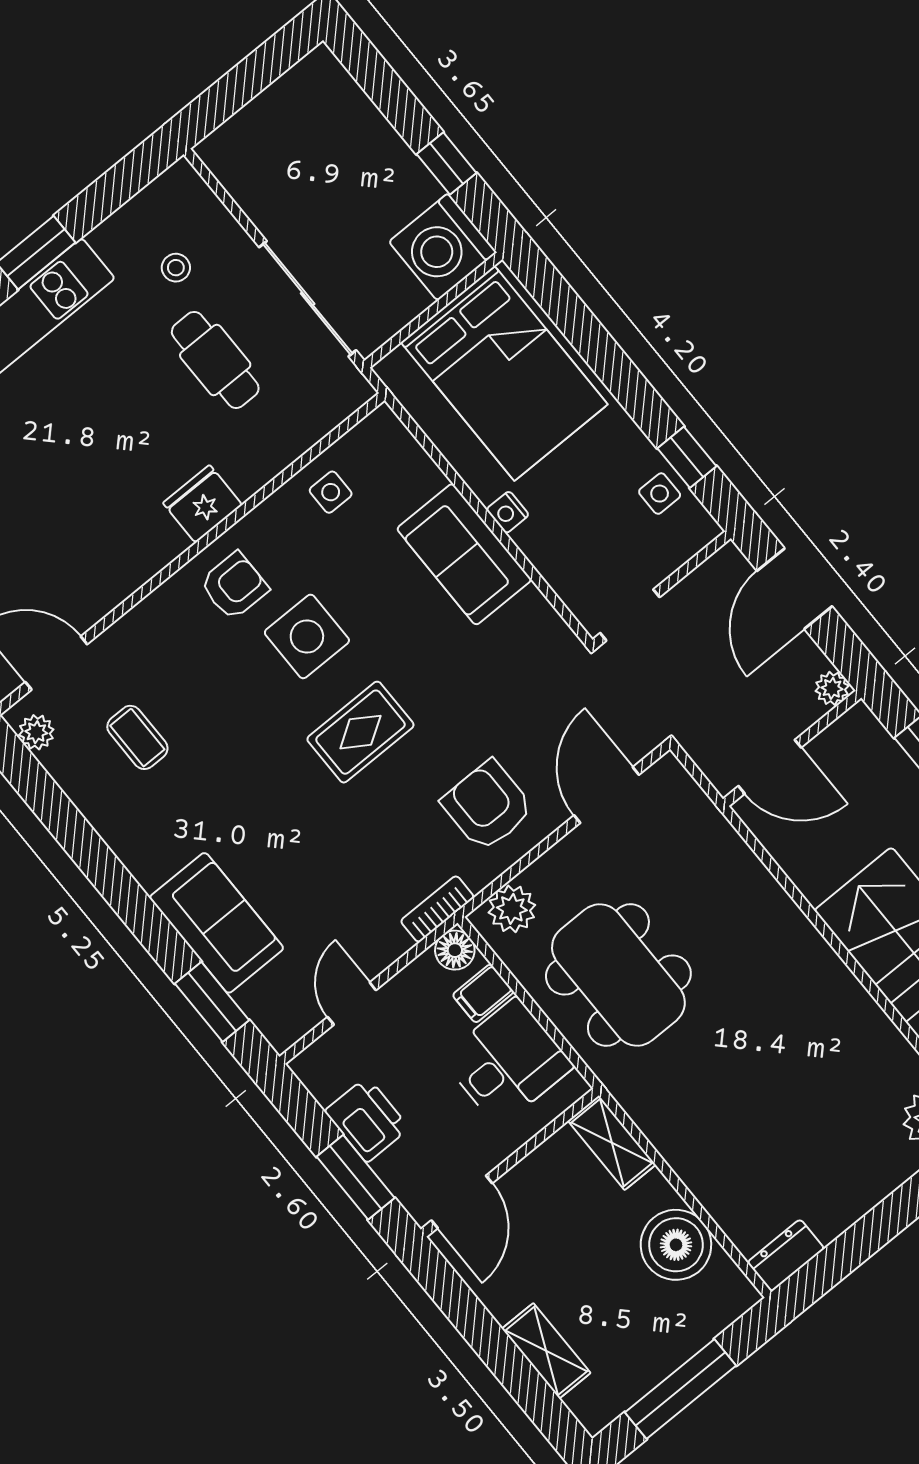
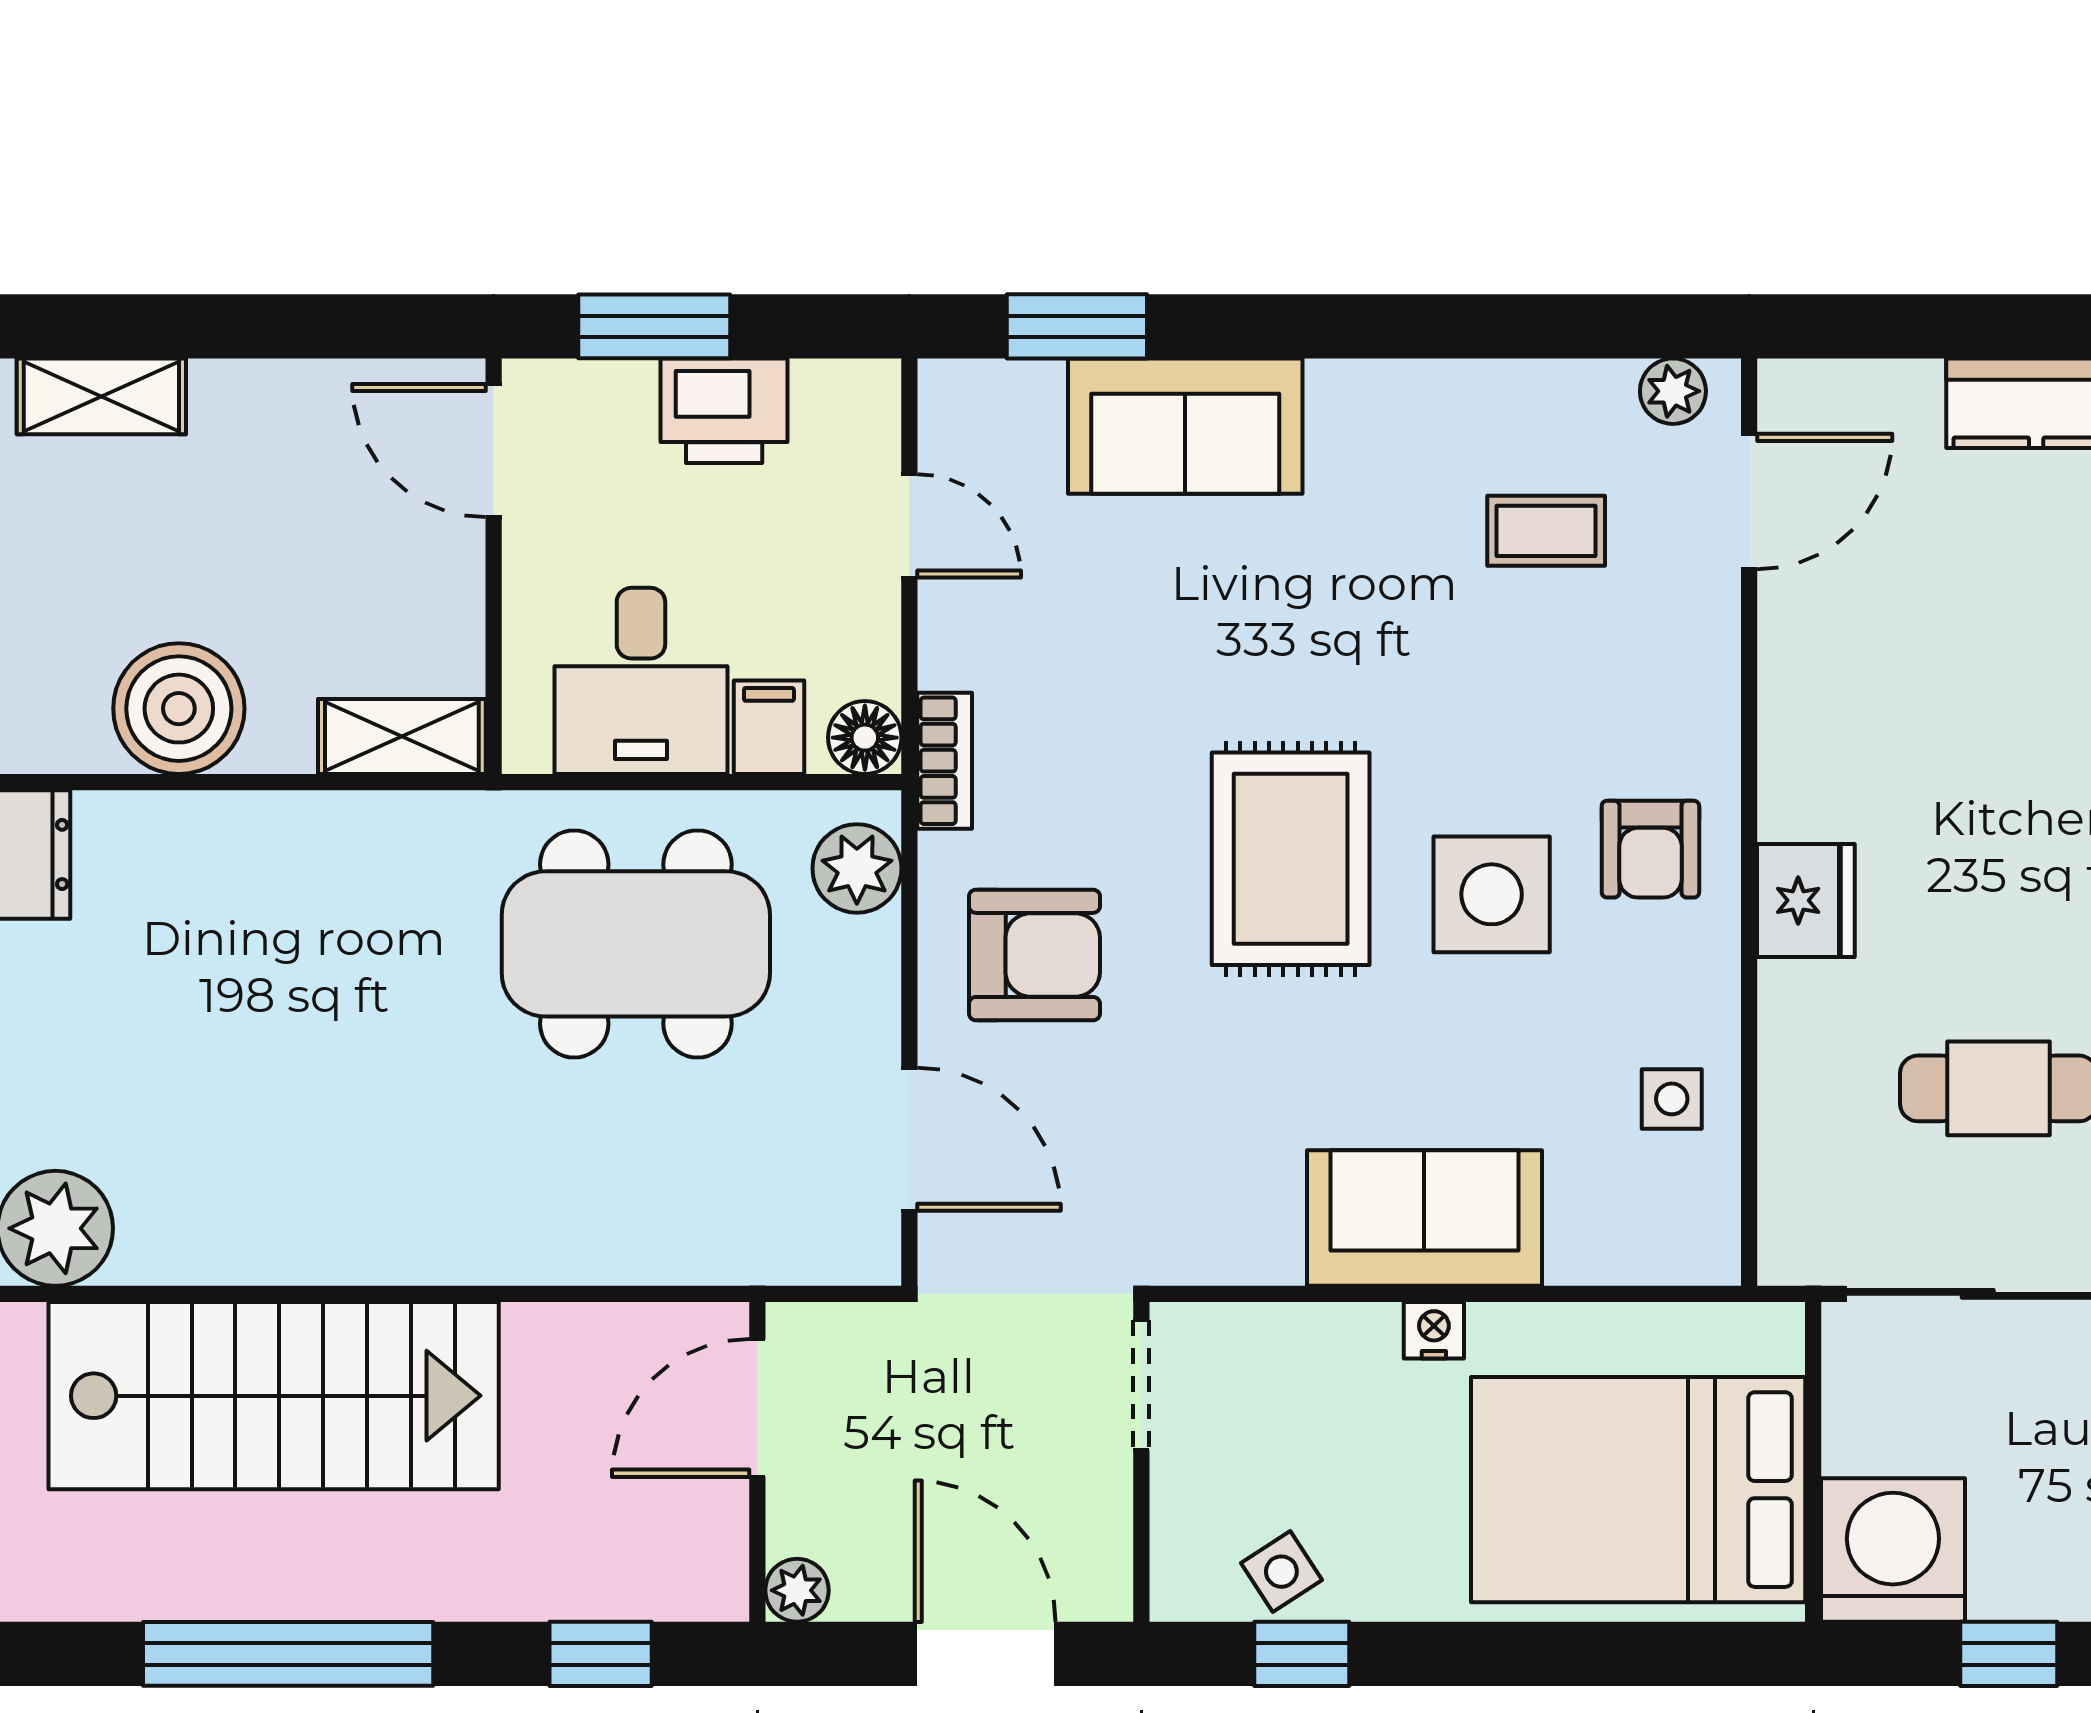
side table: (660, 494) -> (1281, 1572), turned -33
rug: (360, 732) -> (1291, 859), width x1.36, depth x1.43
shelving: (546, 1351) -> (101, 396), moved

